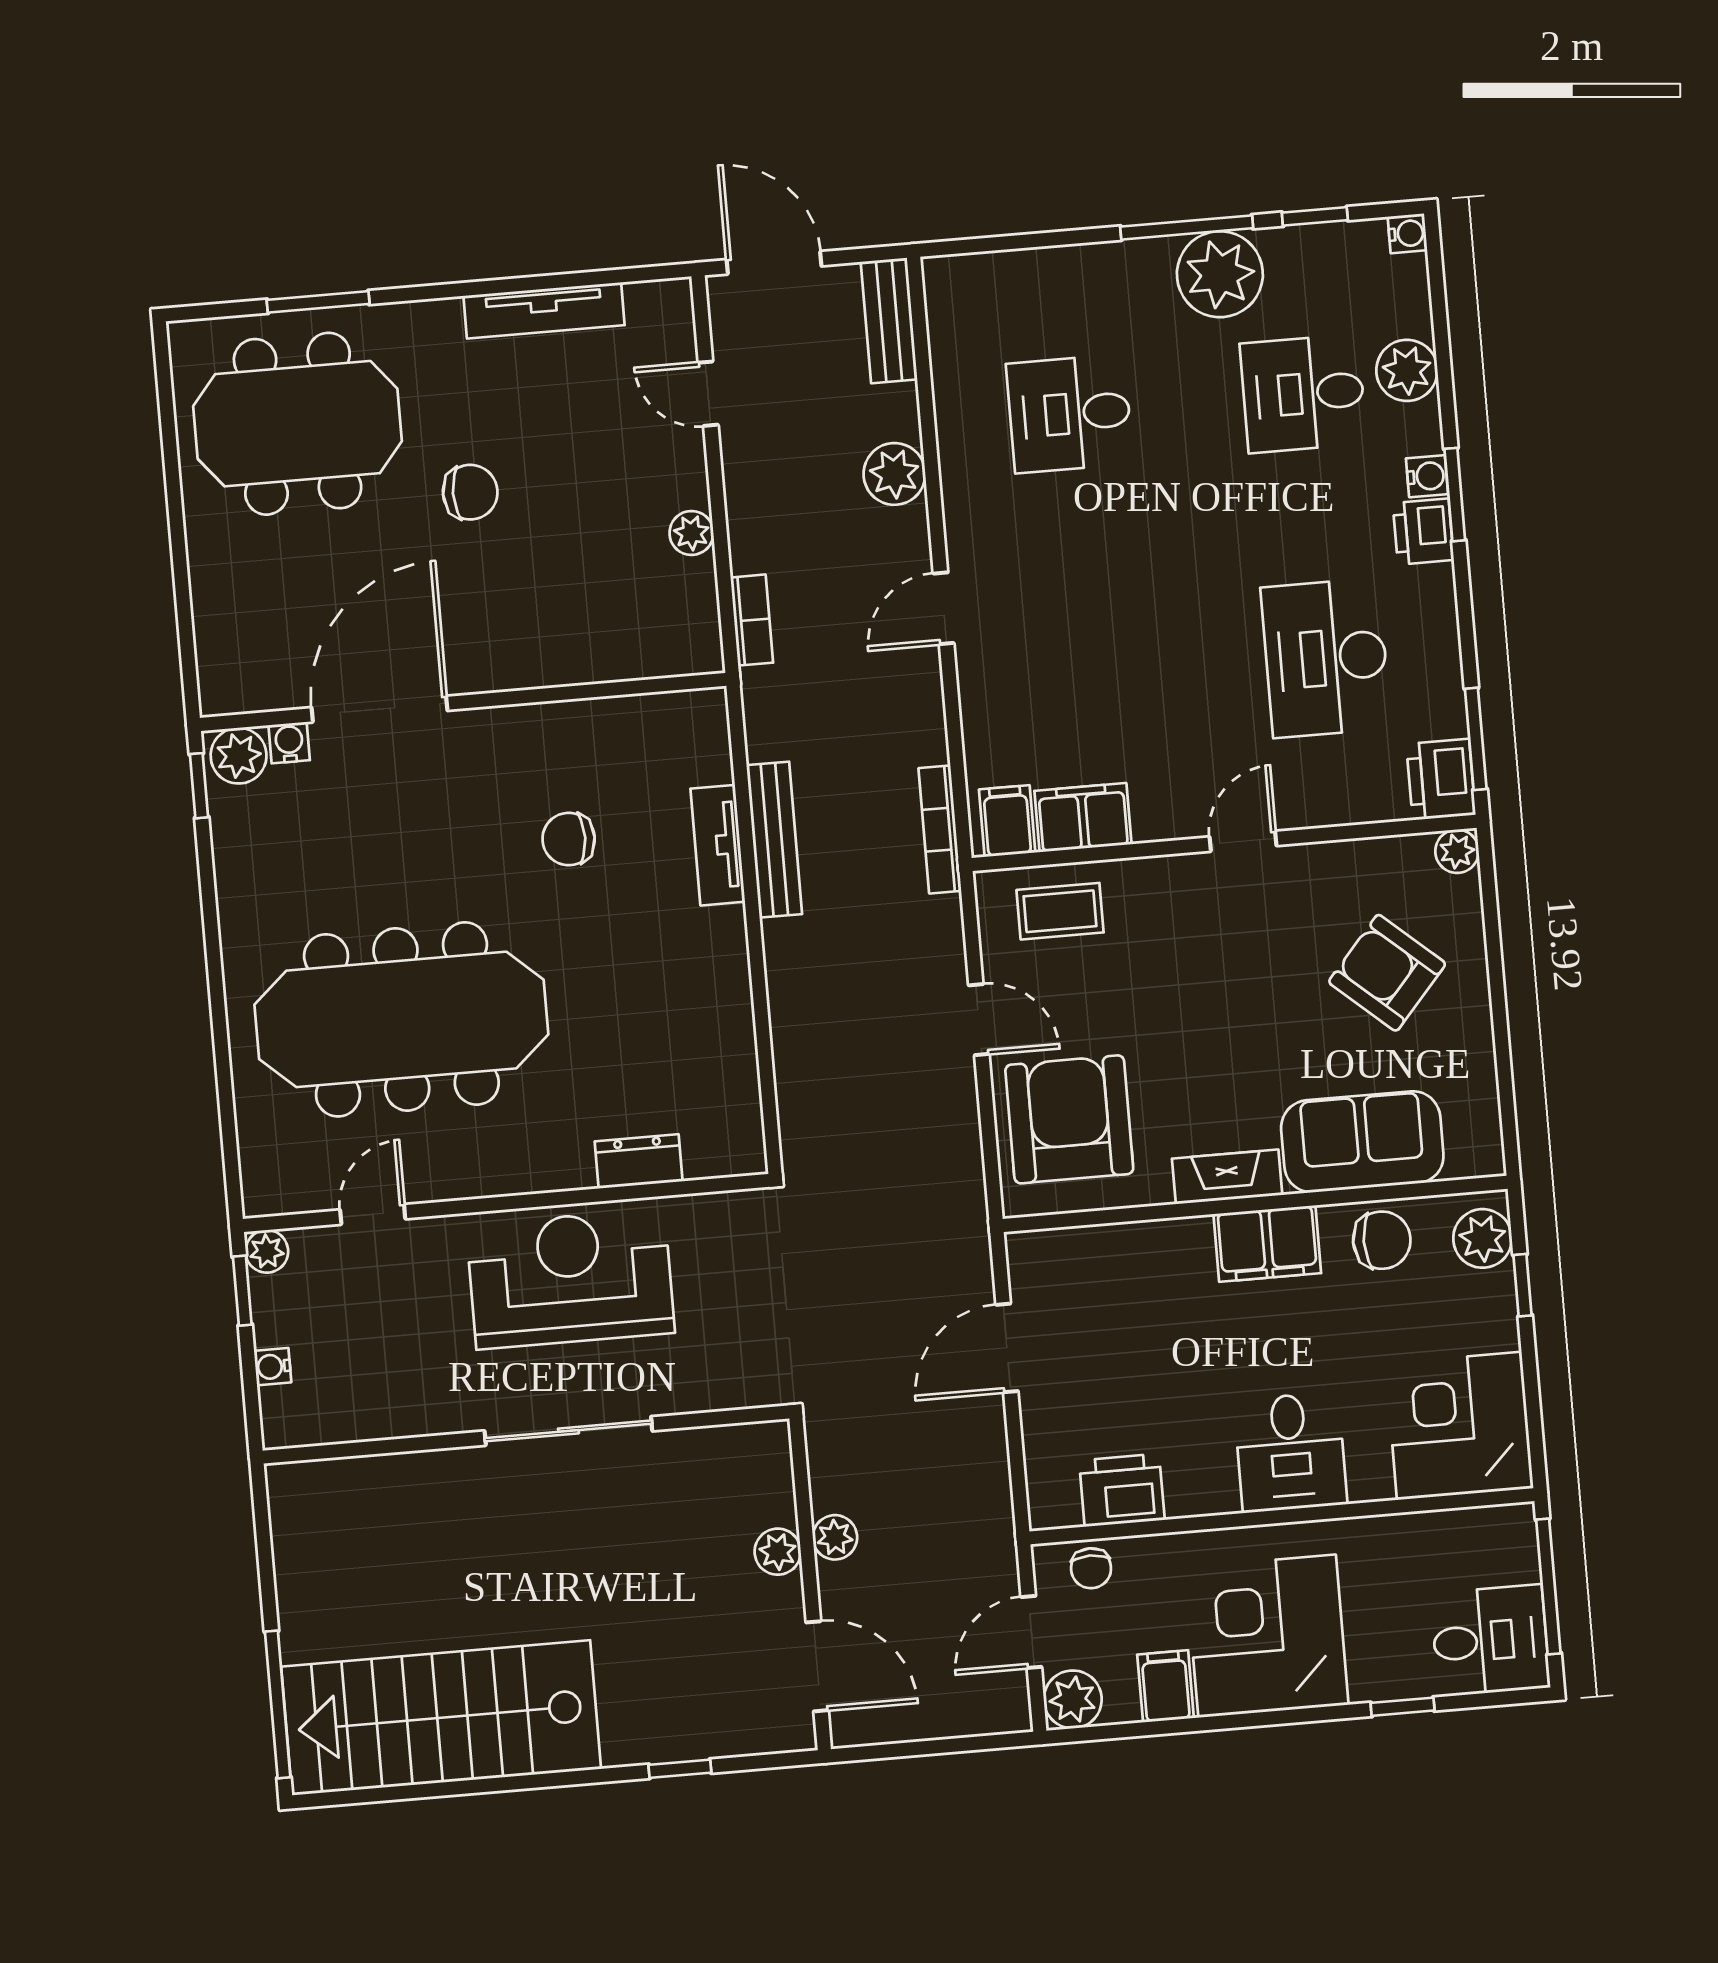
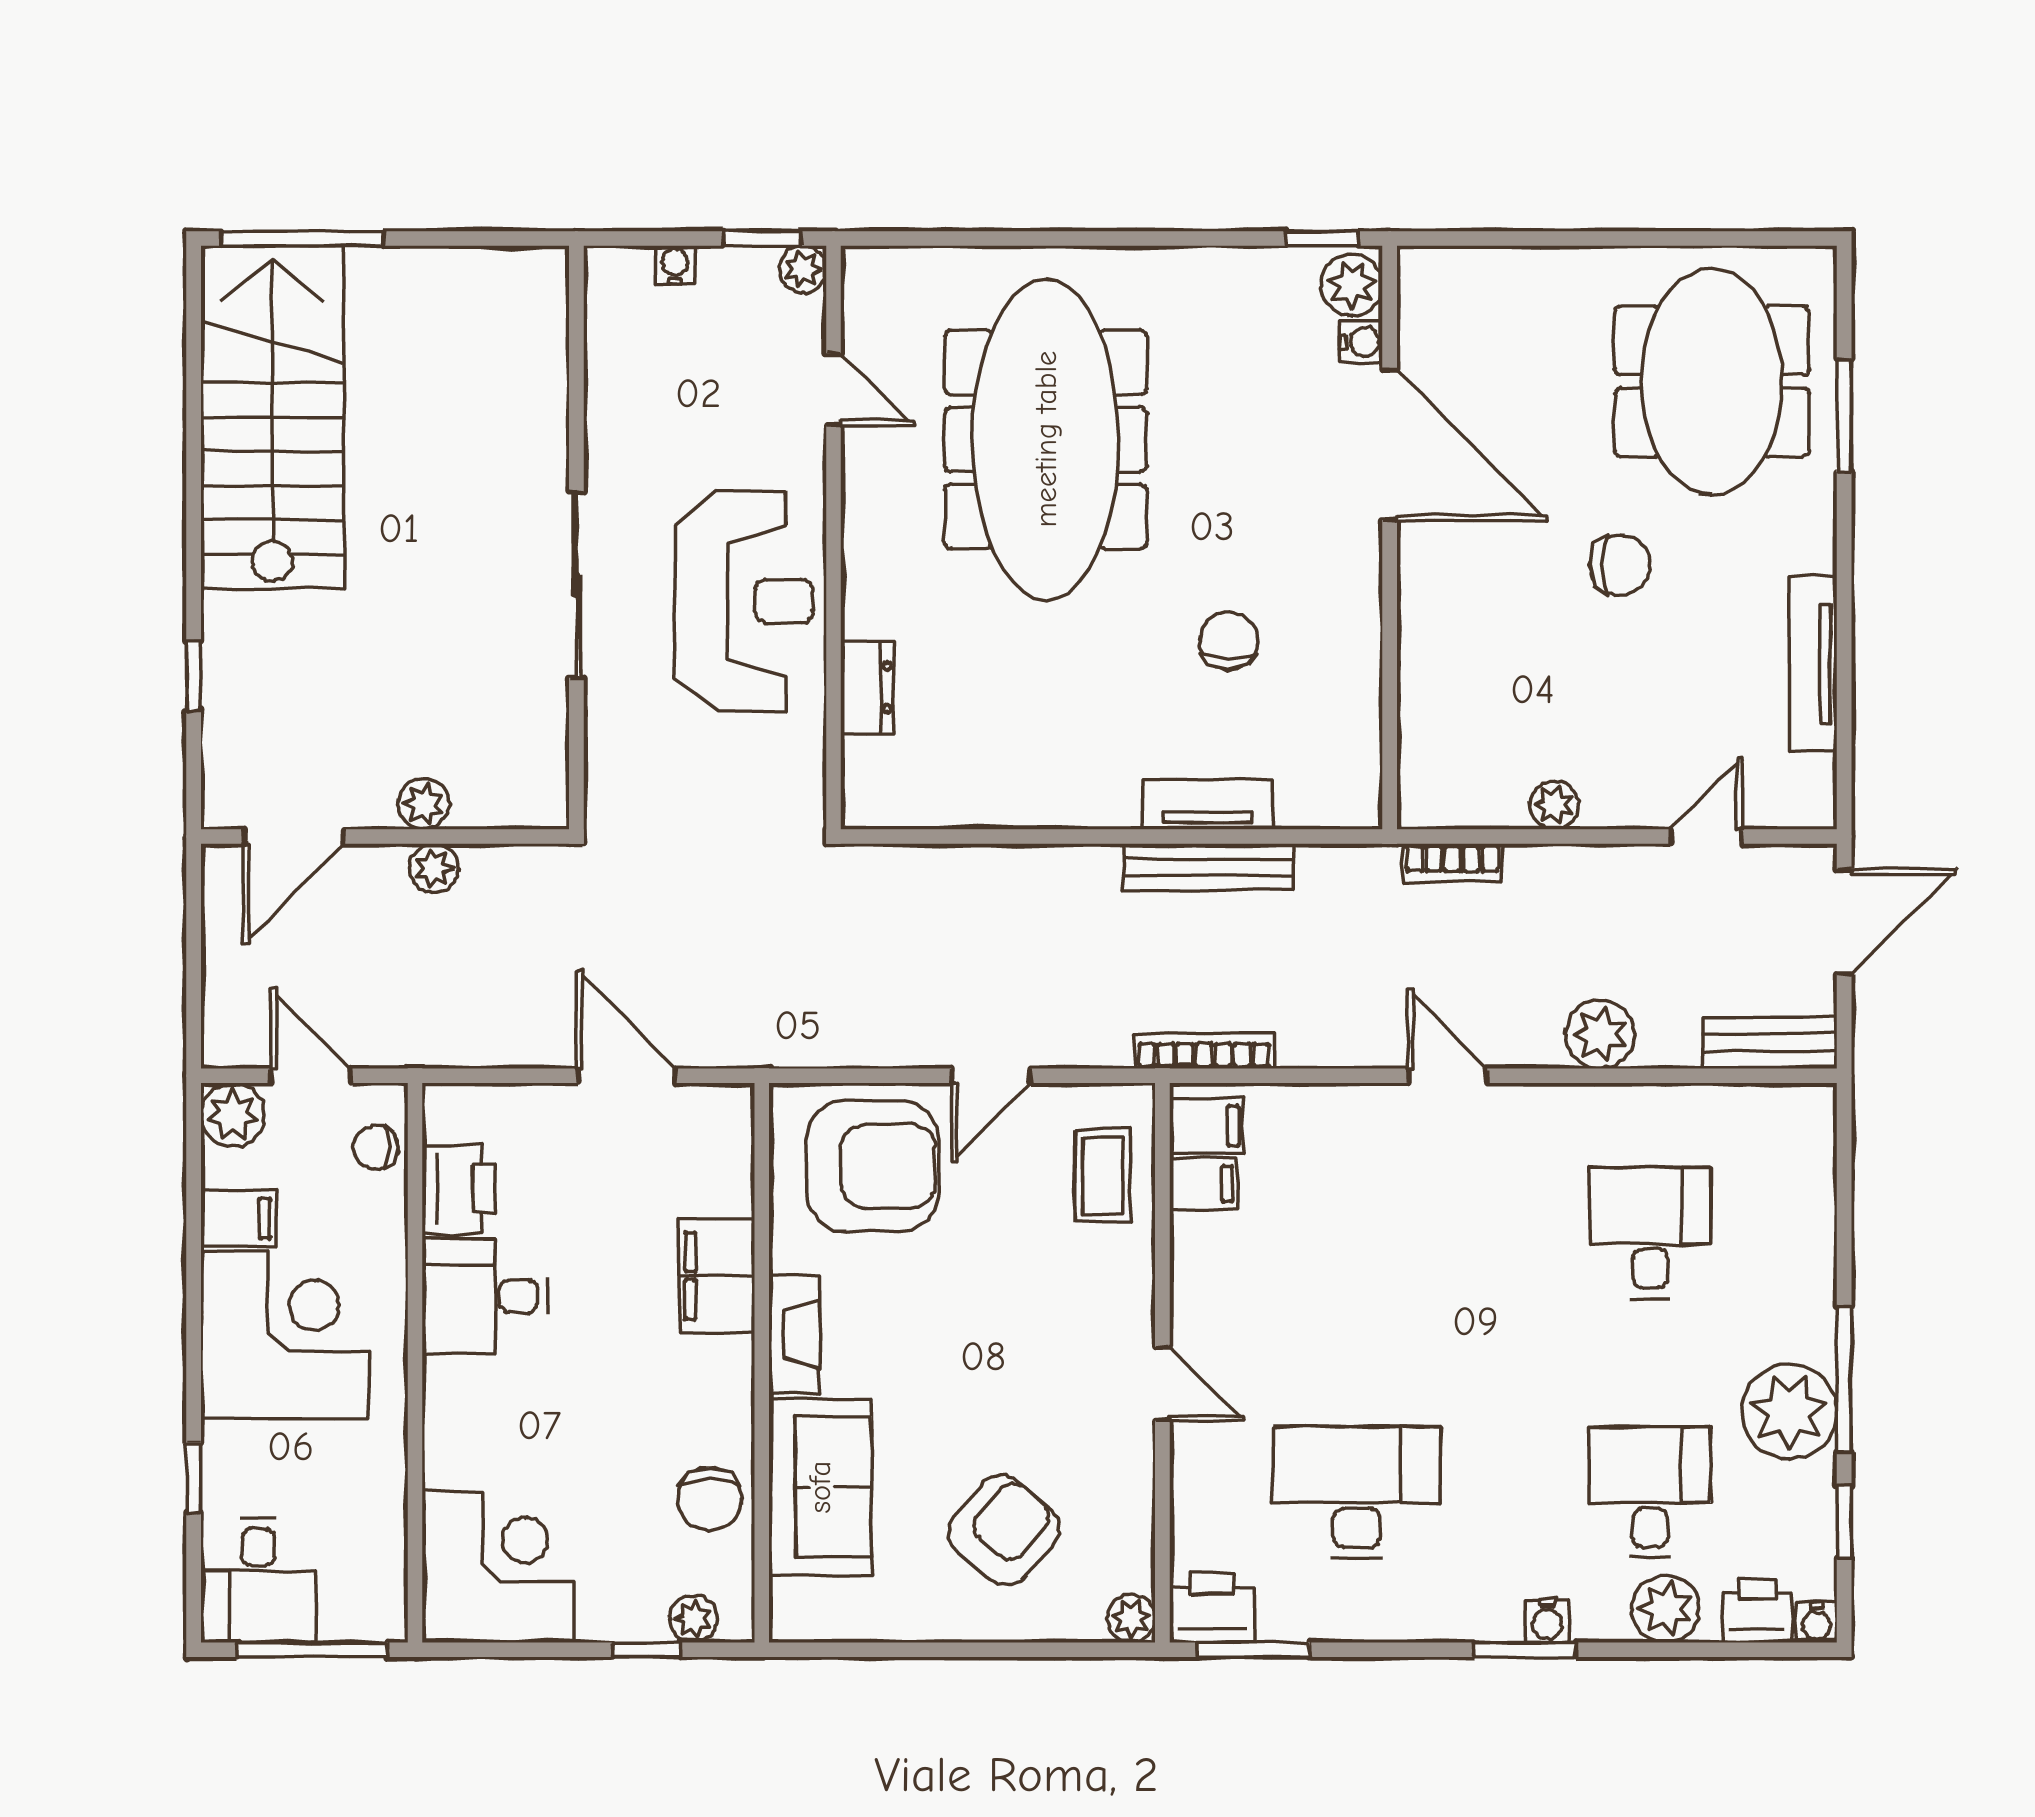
chair: (470, 492) -> (1620, 565), turned -90
printer: (1423, 532) -> (1757, 1612), moved
filing cabinet: (1083, 818) -> (1204, 1184), width x0.50
plant: (1483, 1238) -> (693, 1619), width x0.73, depth x0.73
filing cabinet: (1267, 1244) -> (717, 1276), moved
desk: (1290, 1452) -> (485, 1296), moved

